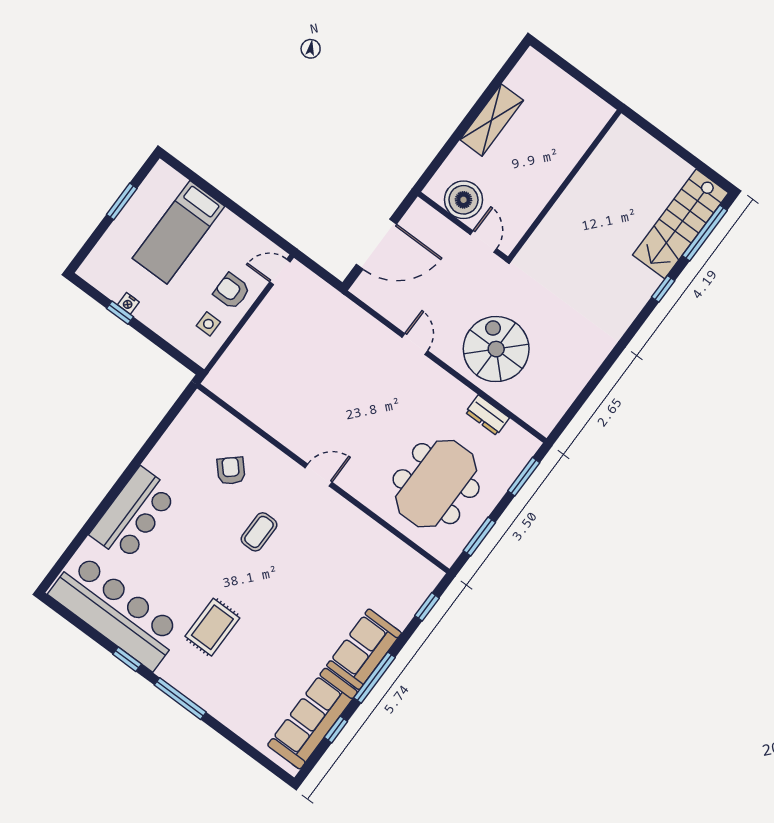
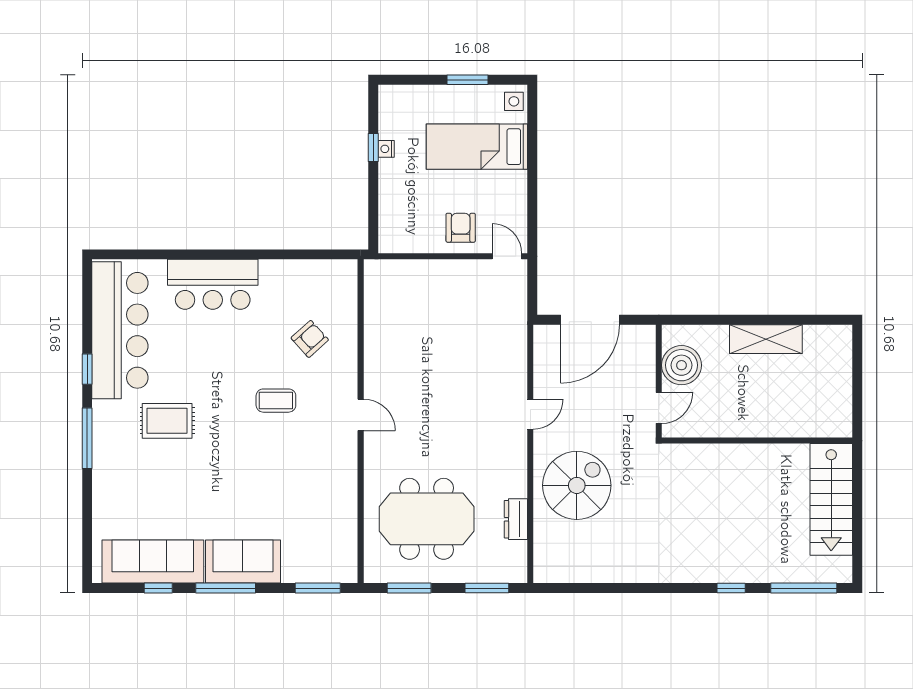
stairs: (680, 224) -> (831, 499), moved, turned -90
door: (376, 244) -> (590, 320), hinge flipped
side table: (208, 324) -> (514, 101), moved
window: (427, 607) -> (318, 588), width x1.50

